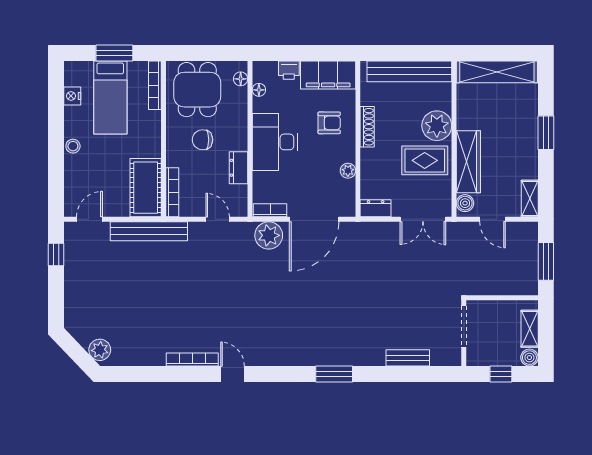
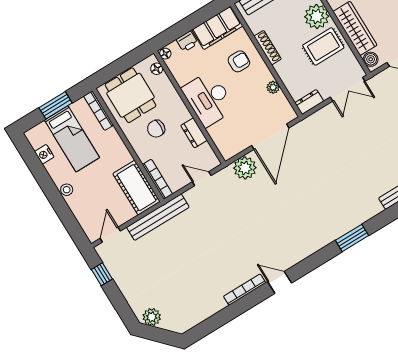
floor lamp: (259, 90) -> (165, 54), moved
bookcase: (270, 210) -> (235, 149), removed
plant: (100, 350) -> (152, 317), moved

